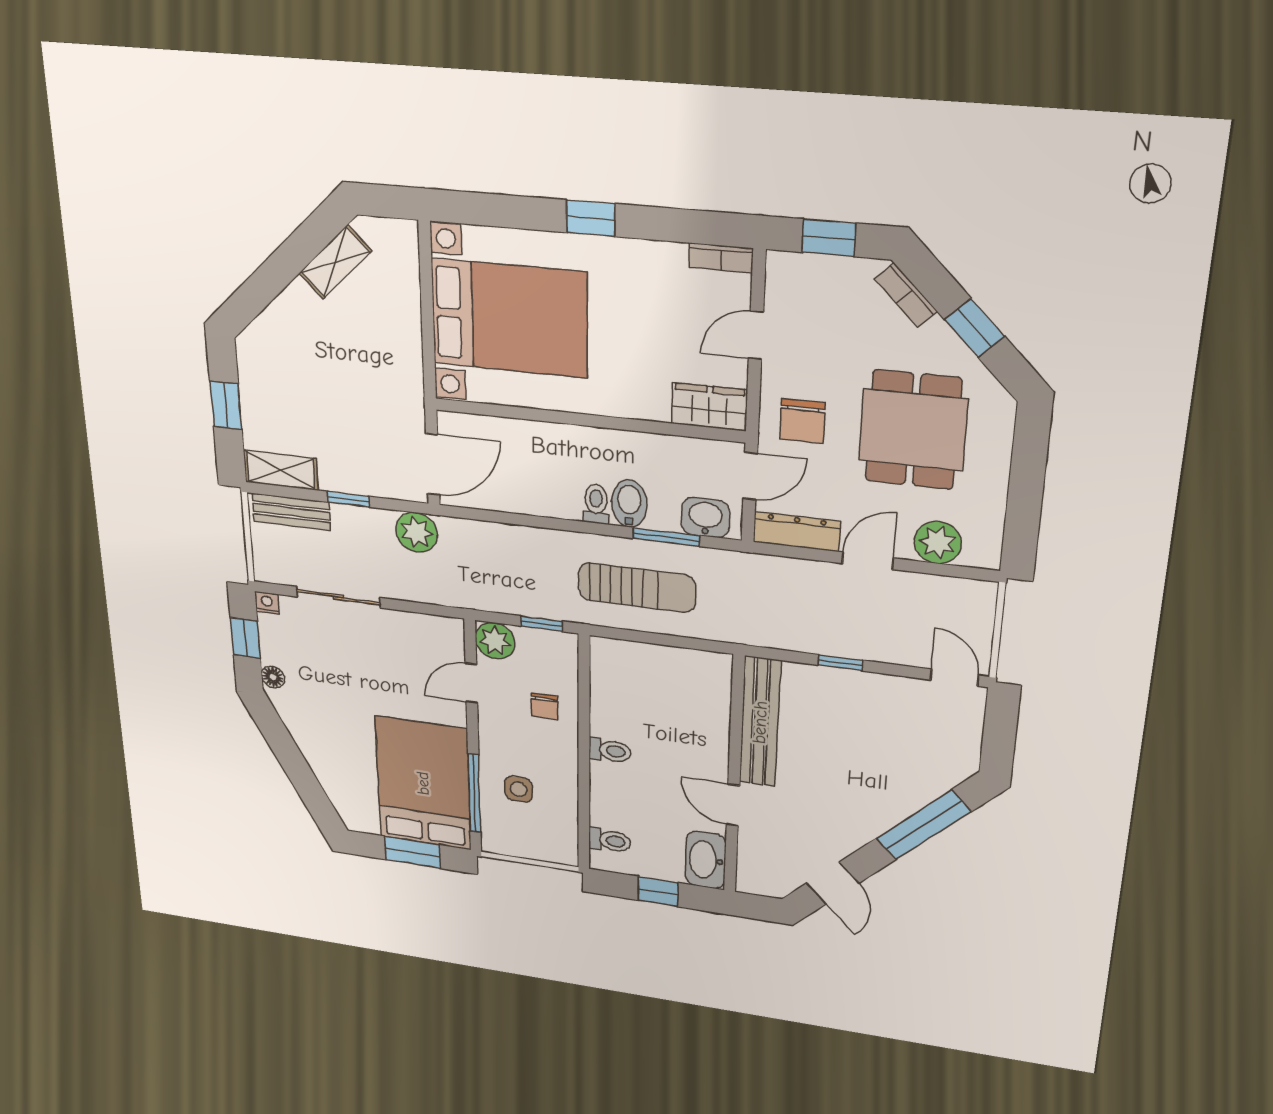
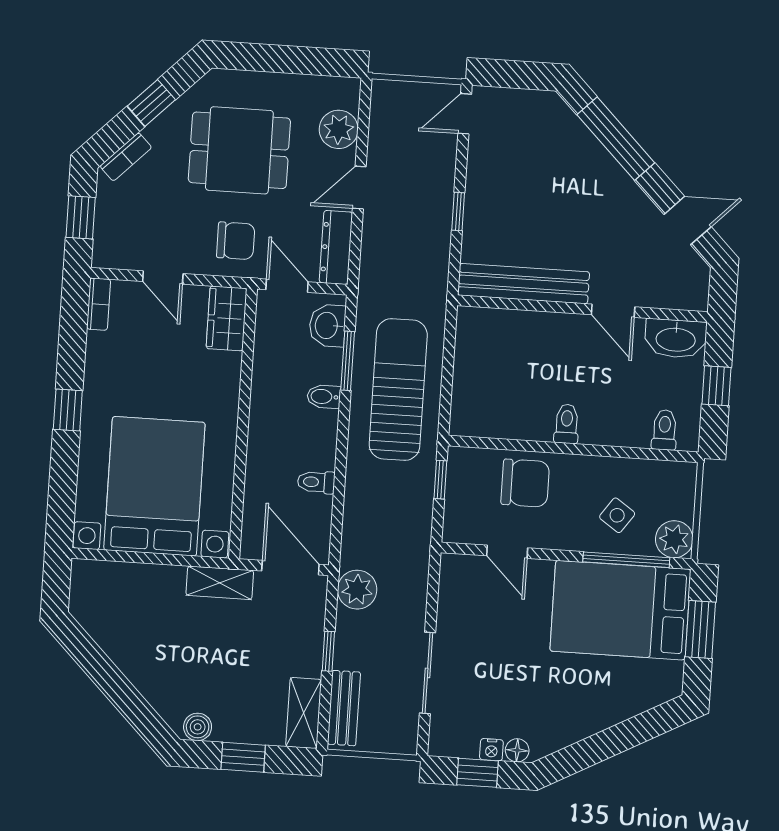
shelving: (335, 262) -> (220, 583), moved, turned -45
boiler: (251, 358) -> (198, 727), added
toilet: (596, 504) -> (316, 482), moved
bidet: (629, 504) -> (324, 397), width x0.72, depth x0.74
door: (868, 561) -> (359, 188), hinge flipped
sun lounger: (637, 588) -> (398, 389), width x1.36, depth x1.34
nightstand: (267, 603) -> (491, 750), moved, turned -90
plant: (495, 641) -> (674, 539), moved
chair: (545, 706) -> (525, 483), width x1.87, depth x1.87
side table: (519, 789) -> (617, 515), turned 35
door: (733, 805) -> (613, 311), hinge flipped

